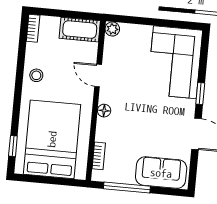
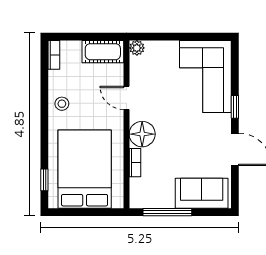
floor lamp: (104, 111) -> (142, 134), width x1.89, depth x1.89
bookcase: (99, 156) -> (135, 163), moved

